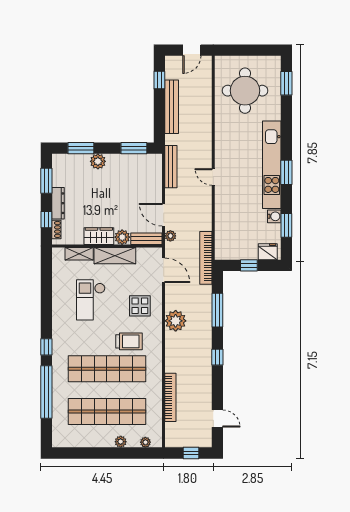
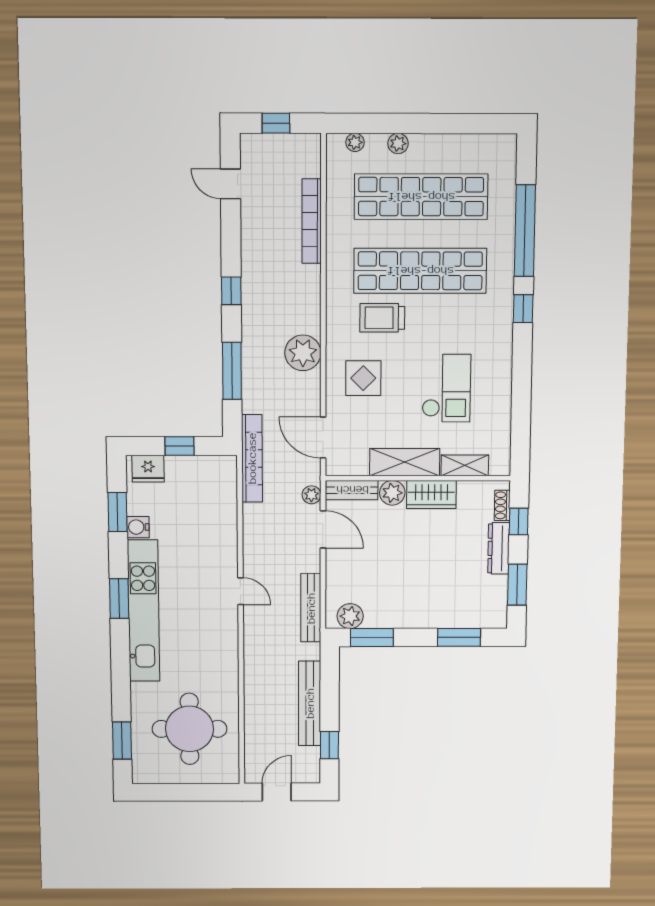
plant: (98, 161) -> (350, 616), moved

